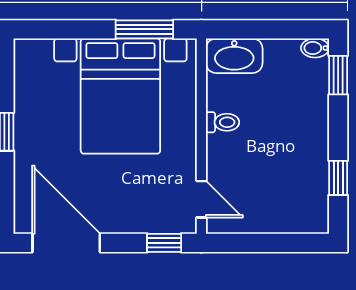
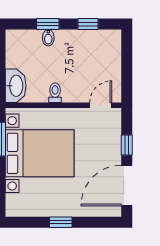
bidet: (315, 48) -> (48, 38), moved
window: (338, 75) -> (48, 24), moved
window: (164, 243) -> (127, 145), moved

